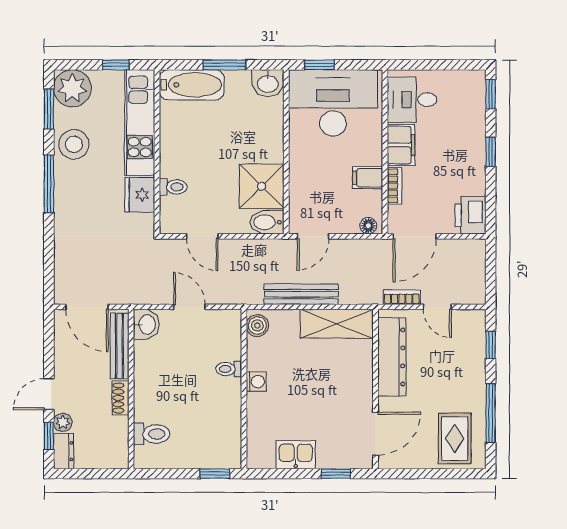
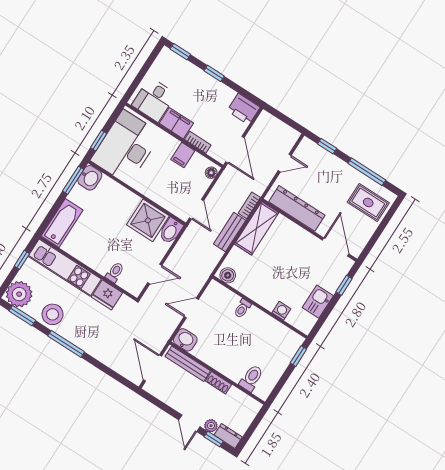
window: (224, 65) -> (73, 180), moved
bench: (301, 294) -> (230, 232), width x0.73
bookcase: (402, 297) -> (249, 205), moved
door: (87, 307) -> (153, 368), swing flipped
washing machine: (256, 382) -> (281, 311), moved

